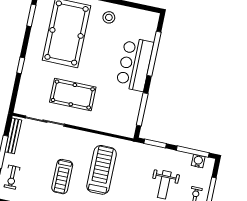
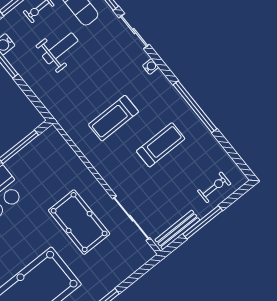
window: (155, 144) -> (34, 100), removed
treadmill: (102, 170) -> (113, 118), width x0.73, depth x0.73

